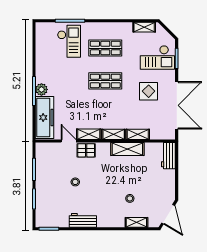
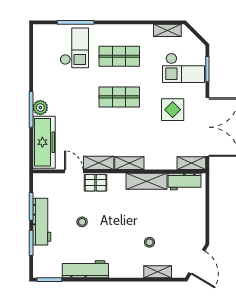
shelving: (138, 134) -> (191, 163), moved
workbench: (168, 156) -> (184, 182), moved, turned -90
workbench: (43, 182) -> (42, 222), added
workbench: (83, 220) -> (85, 269), width x1.38

